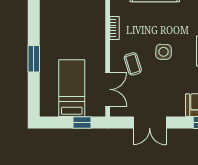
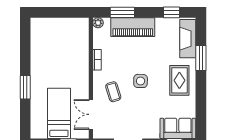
double door: (108, 89) -> (91, 114), swing flipped

